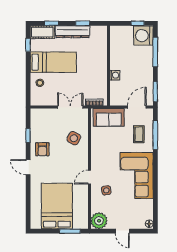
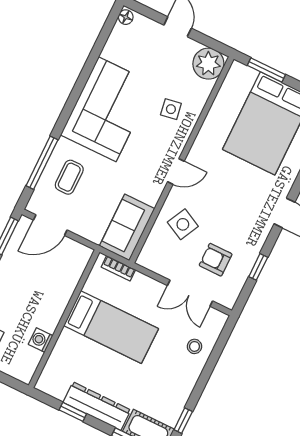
bed: (53, 62) -> (111, 327), moved, turned 180
washing machine: (115, 75) -> (41, 340), moved
double door: (70, 107) -> (190, 293), moved
sofa: (109, 117) -> (127, 227), moved, turned -90
armchair: (42, 149) -> (216, 260), moved, turned -90
door: (89, 177) -> (176, 172), moved

